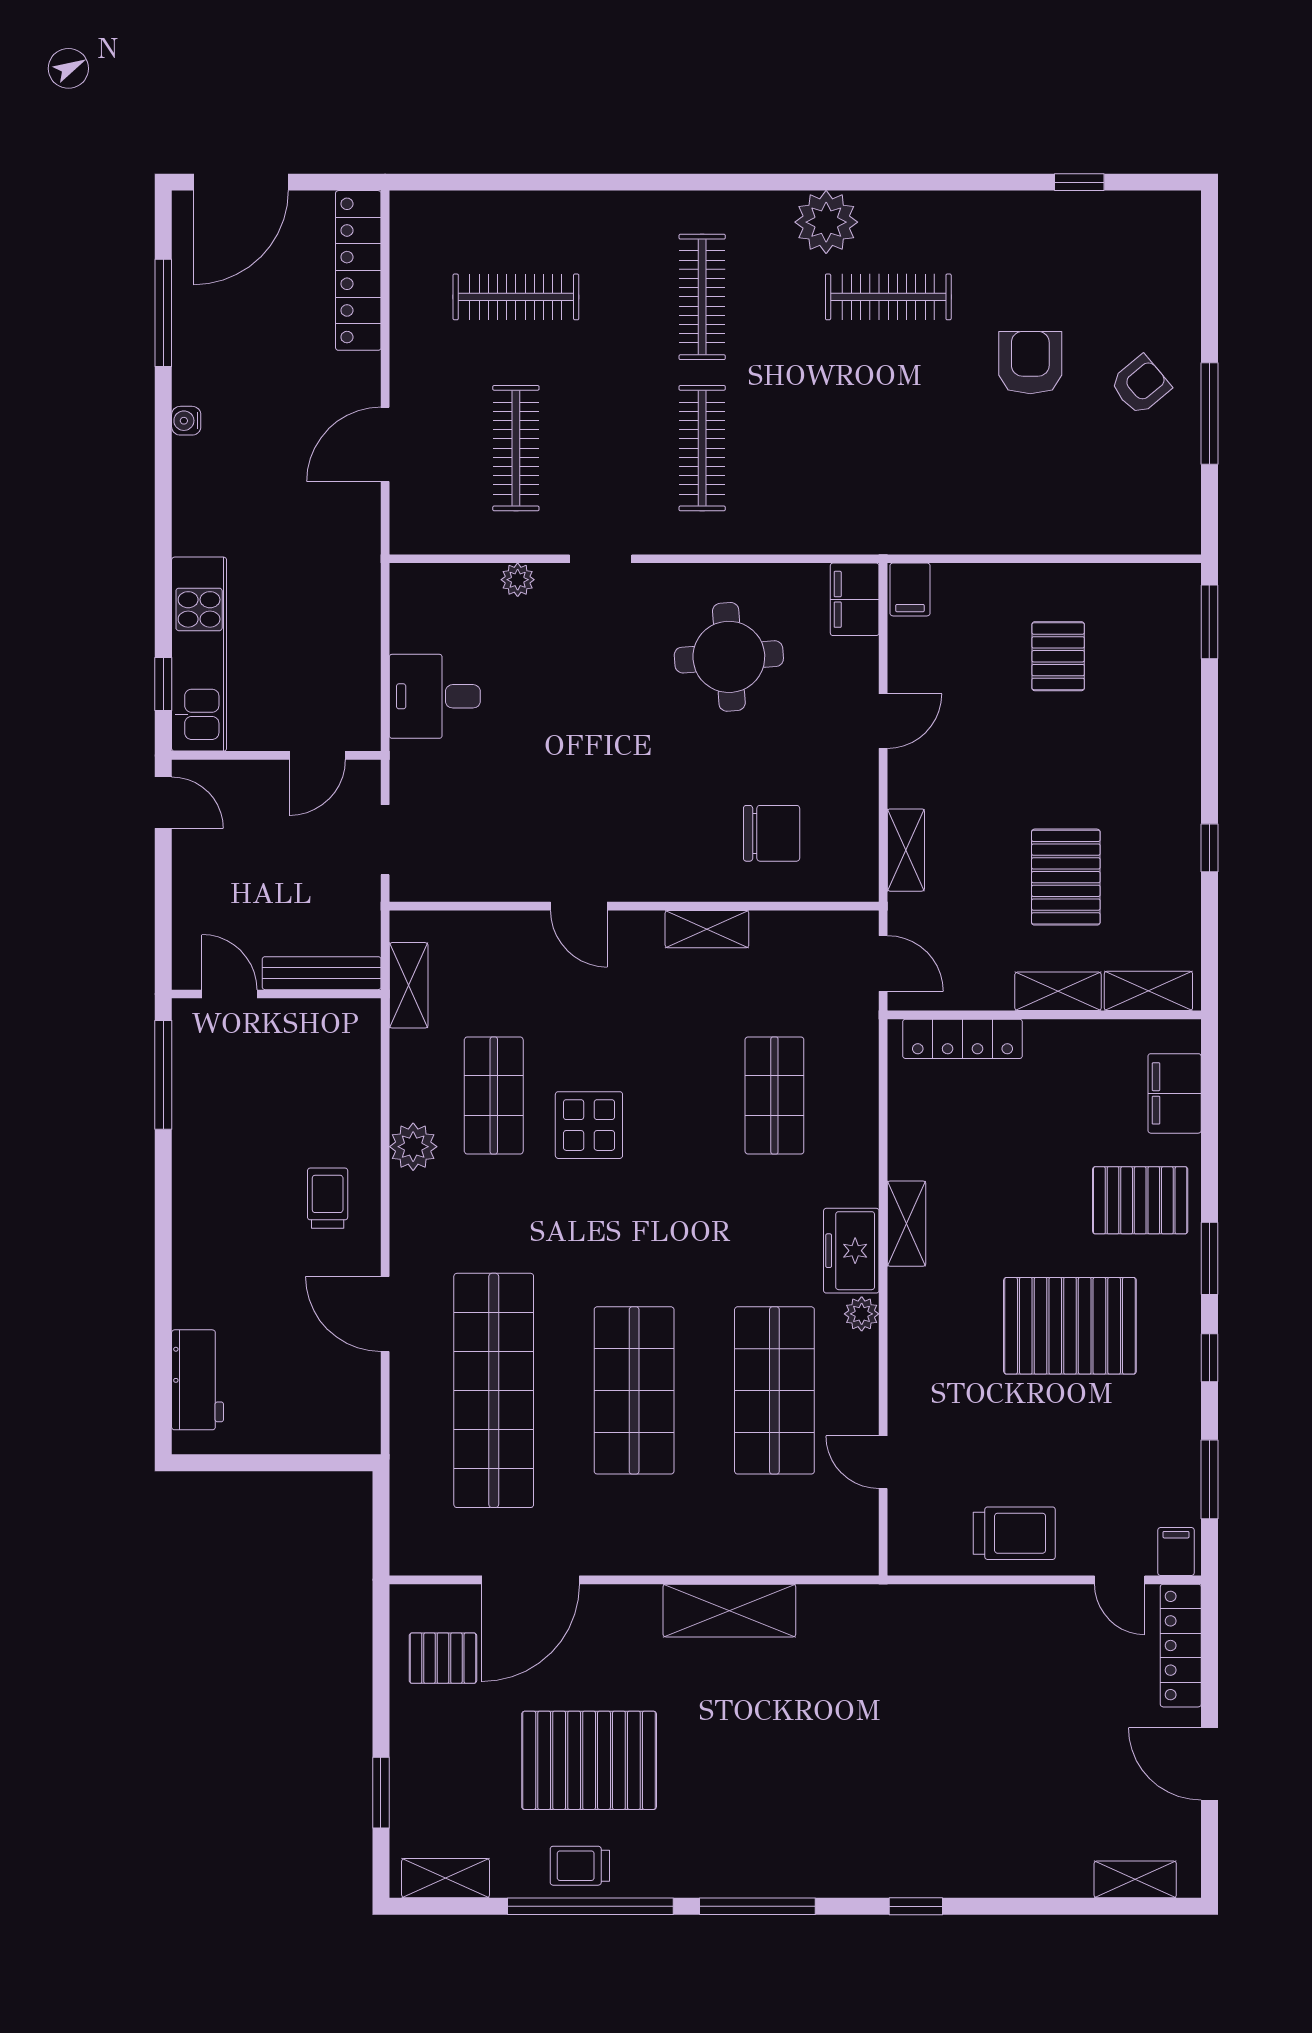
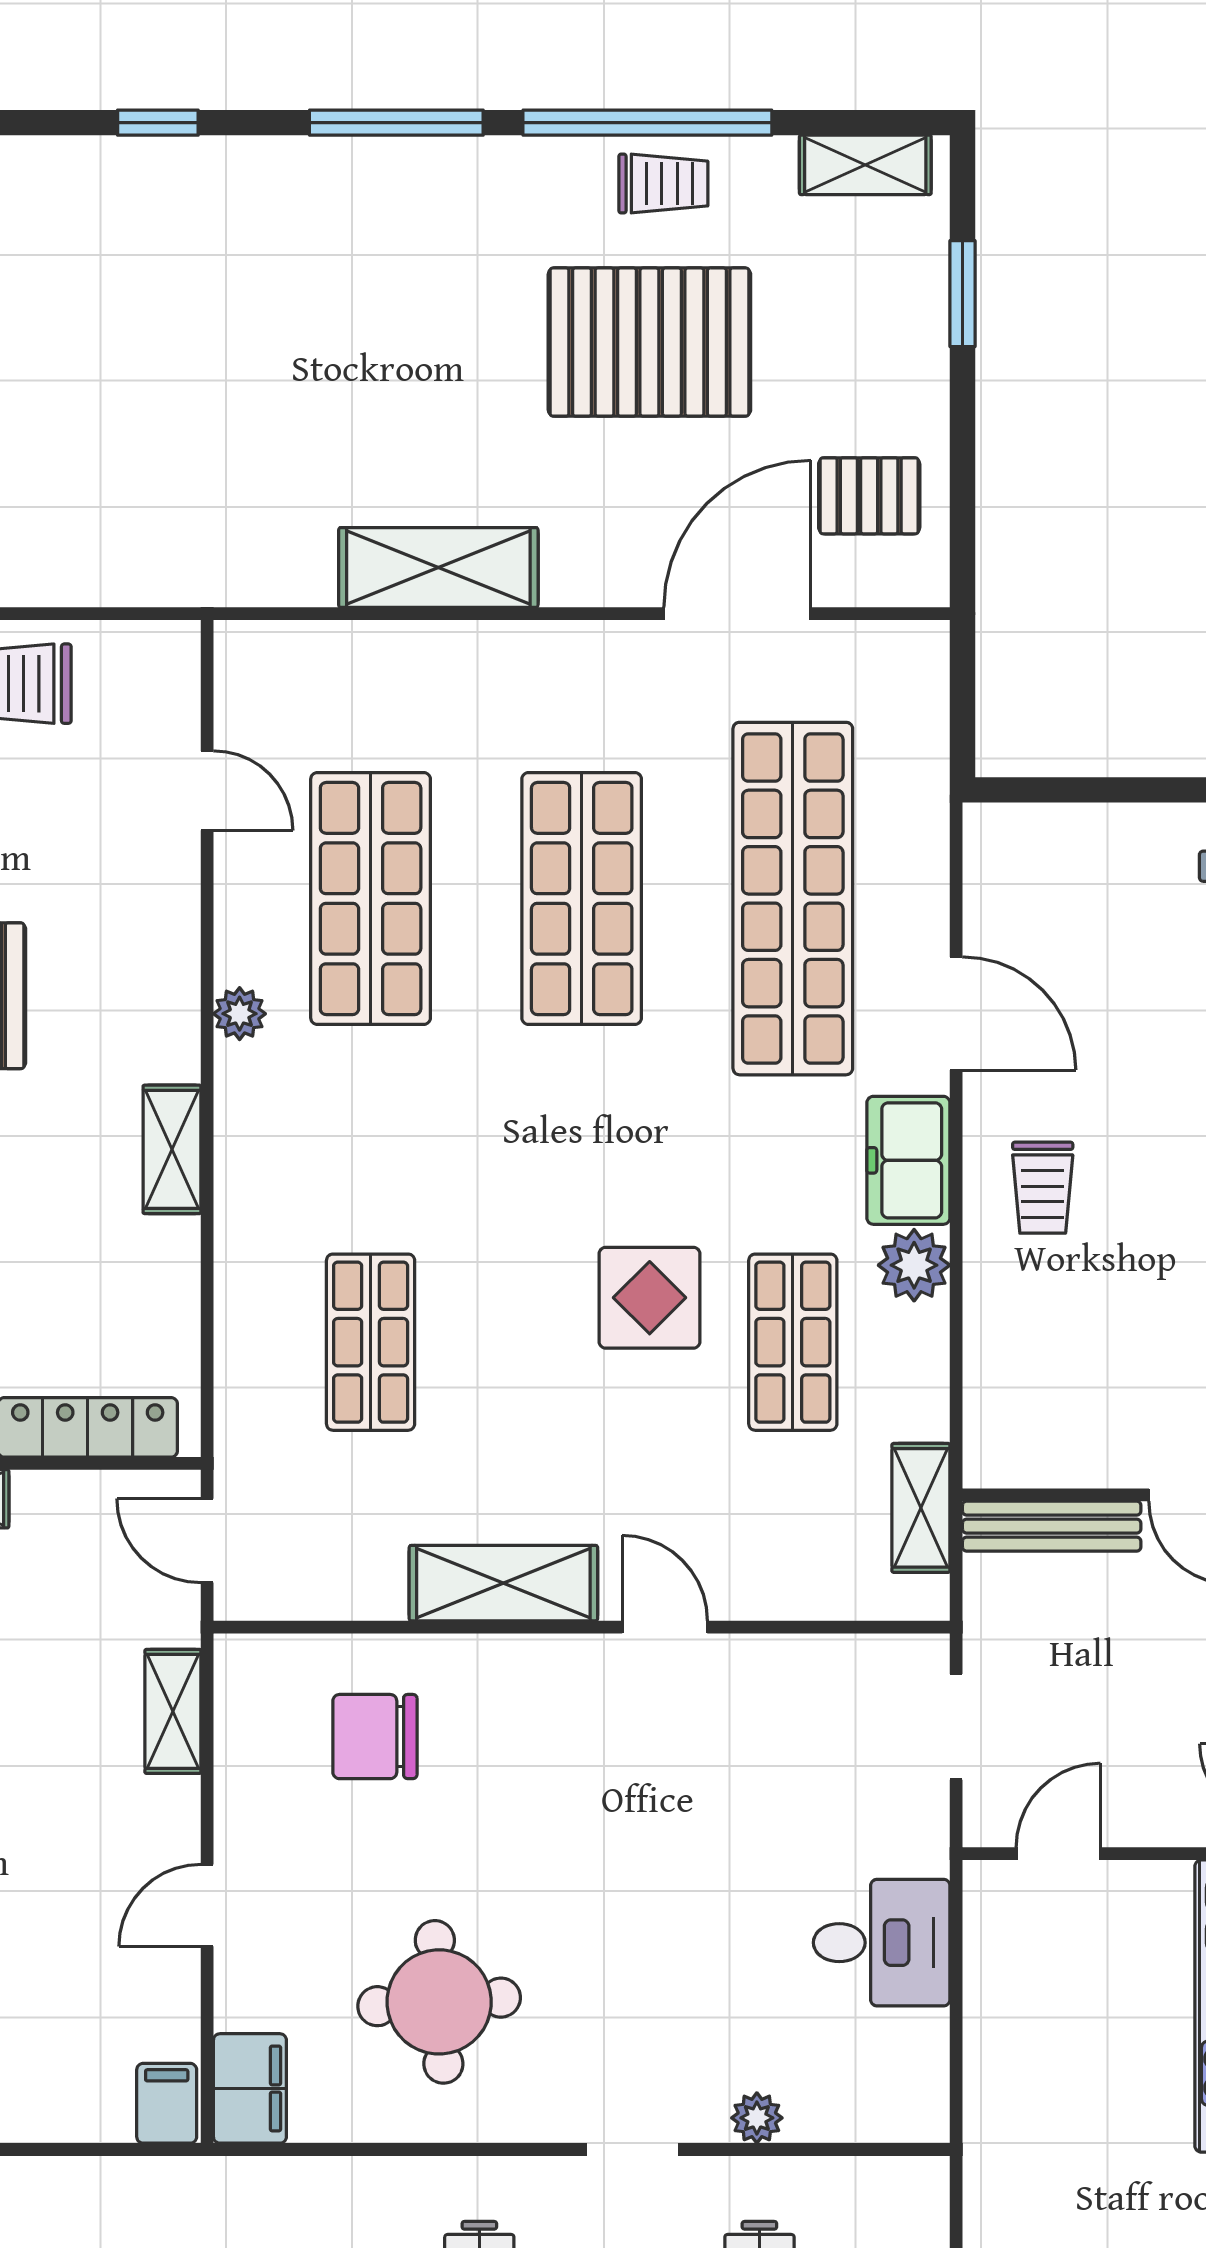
shelving: (707, 929) -> (503, 1583), width x1.50, depth x1.33
freezer: (851, 1251) -> (908, 1160), moved, turned 180

